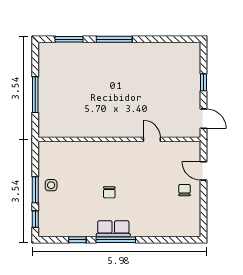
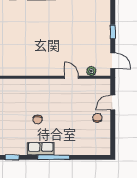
plant: (177, 132) -> (91, 71), added
door: (204, 171) -> (113, 102), hinge flipped
window: (116, 240) -> (54, 157), moved

